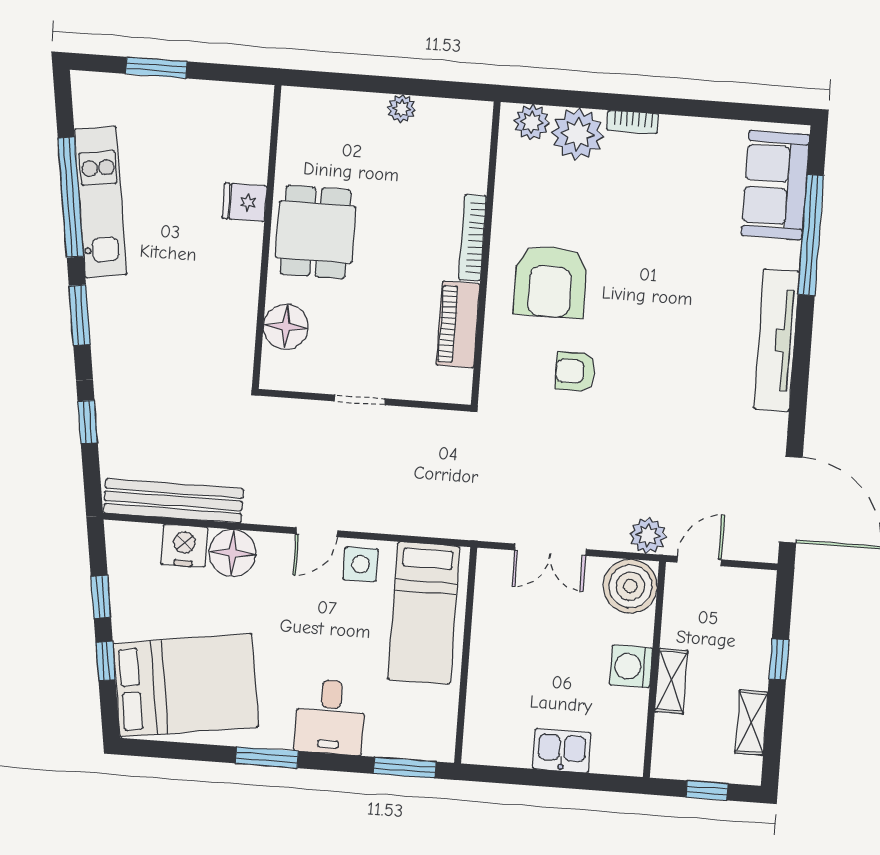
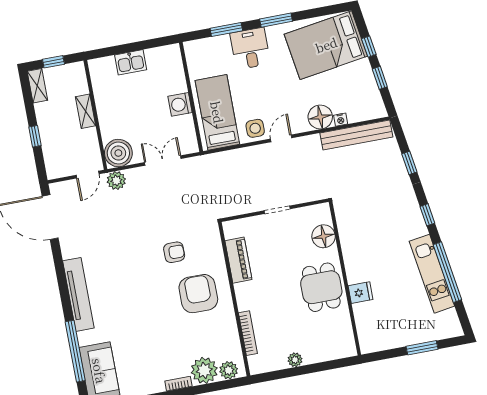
bookcase: (473, 238) -> (248, 333), moved
window: (80, 315) -> (427, 215), width x0.67
nightstand: (184, 546) -> (341, 120), width x0.53, depth x0.56
washing machine: (631, 666) -> (180, 104), moved, turned 180
shelving: (751, 723) -> (37, 86), moved
window: (405, 768) -> (226, 29), moved

